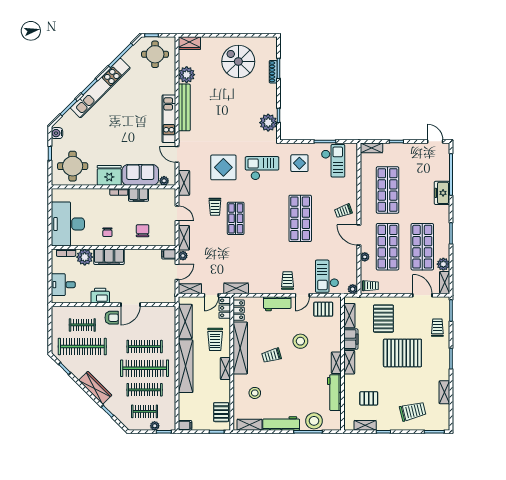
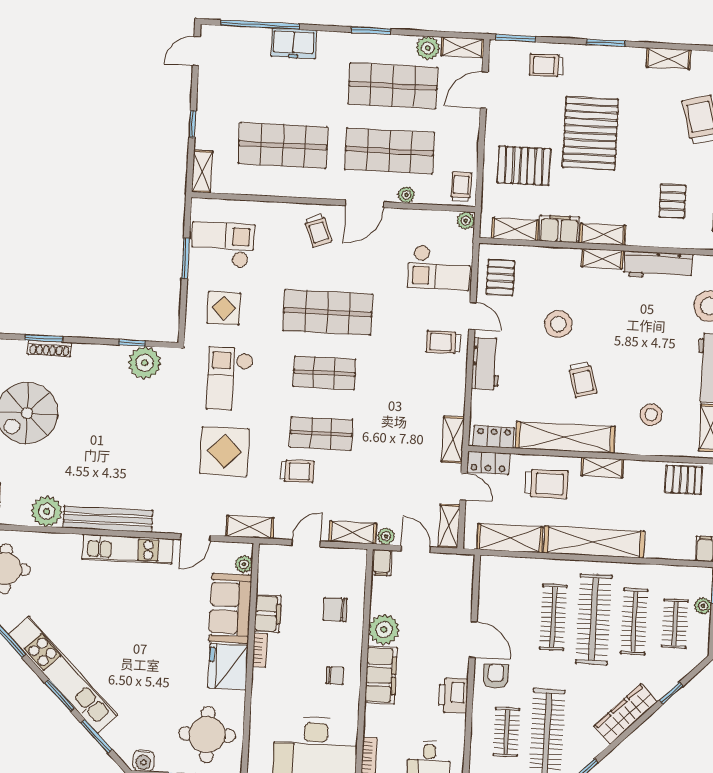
shop shelf: (268, 218) -> (324, 373), added
plant: (85, 257) -> (384, 630), moved

